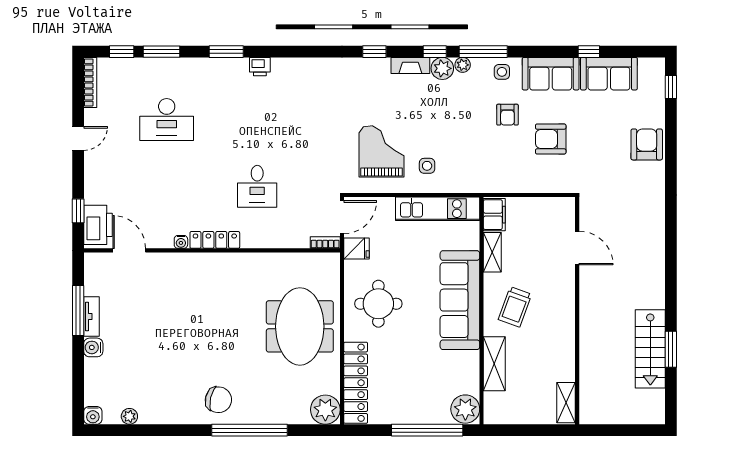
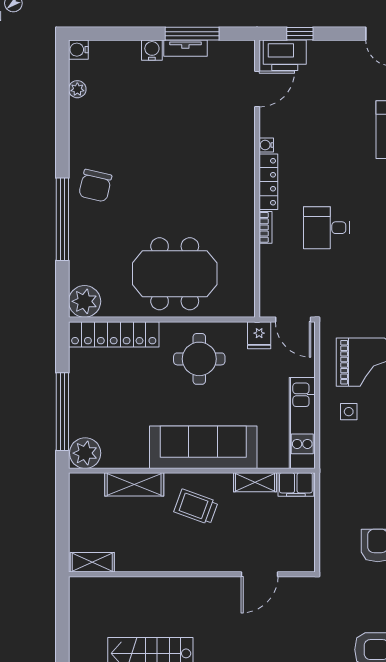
bookcase: (325, 243) -> (266, 227), moved

